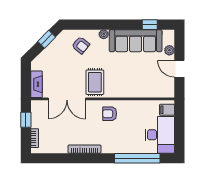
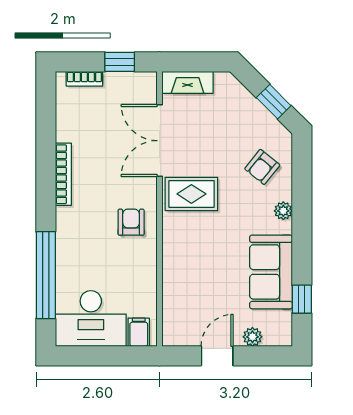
sofa: (136, 41) -> (271, 272), width x0.73

